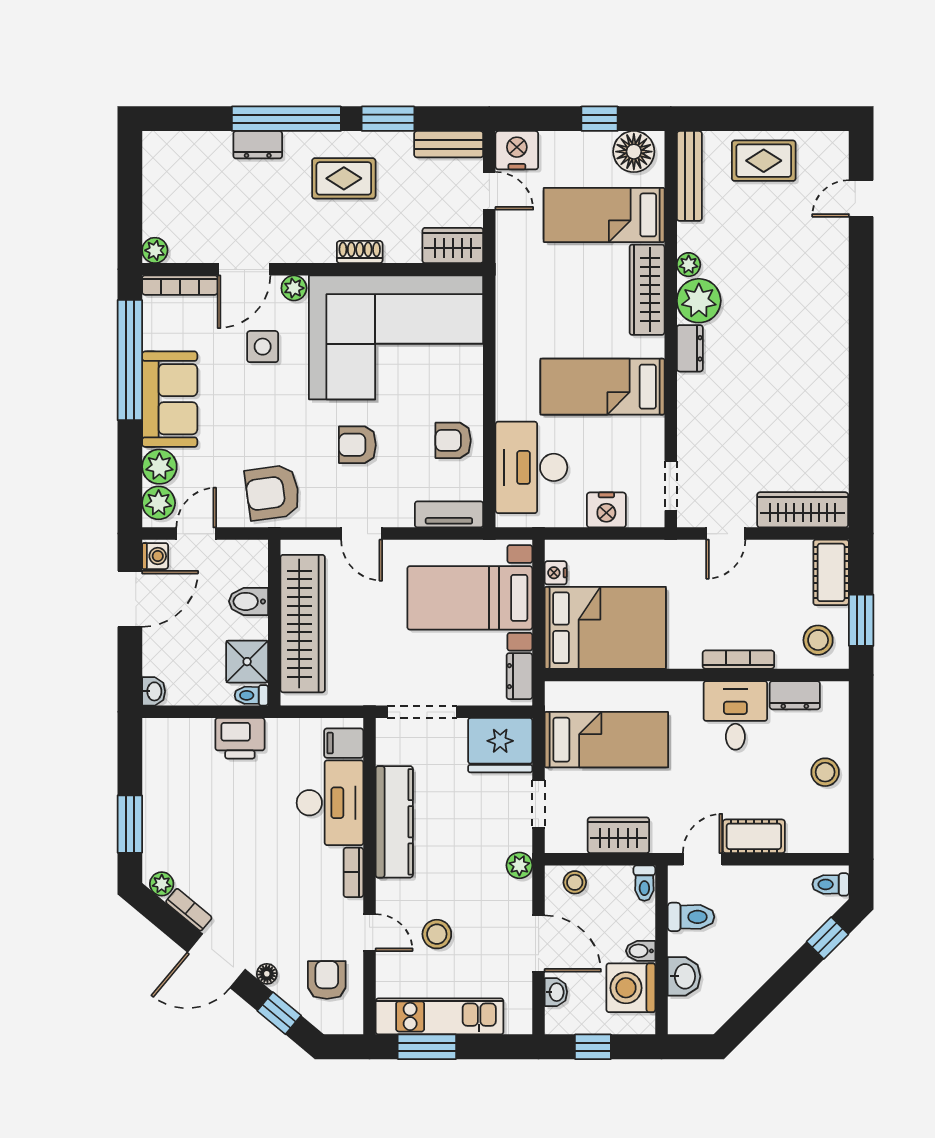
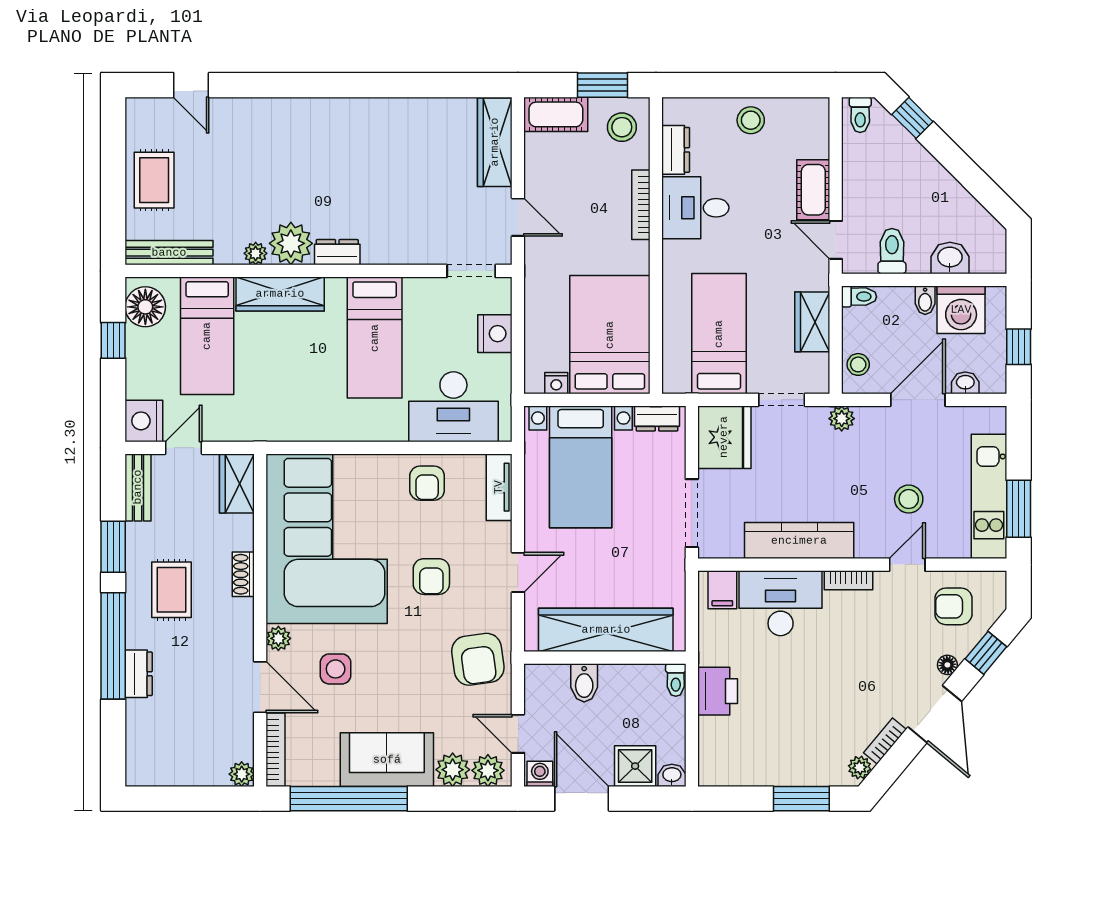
shower: (247, 662) -> (635, 766), moved

